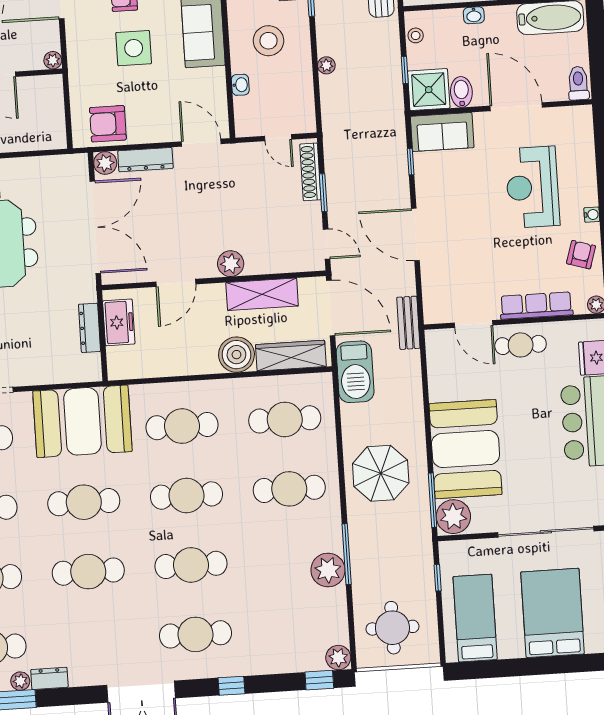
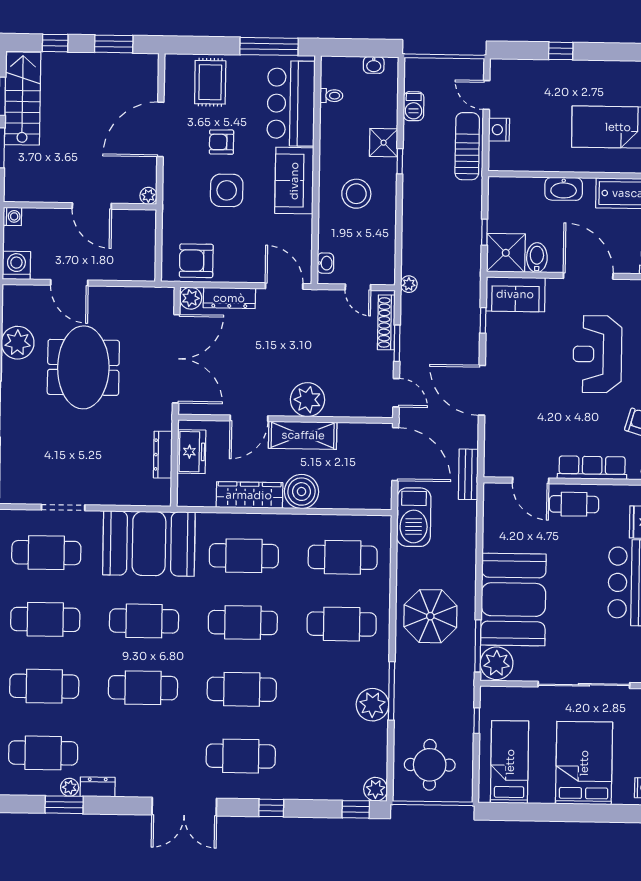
washbasin: (474, 15) -> (564, 189), width x1.91, depth x1.45
stool: (416, 35) -> (497, 200), removed
plant: (326, 65) -> (409, 284), moved
washbasin: (240, 85) -> (325, 263), moved
plant: (231, 264) -> (307, 400), width x1.36, depth x1.36
shelving: (262, 294) -> (303, 435), moved
wardrobe: (291, 356) -> (249, 495), moved

